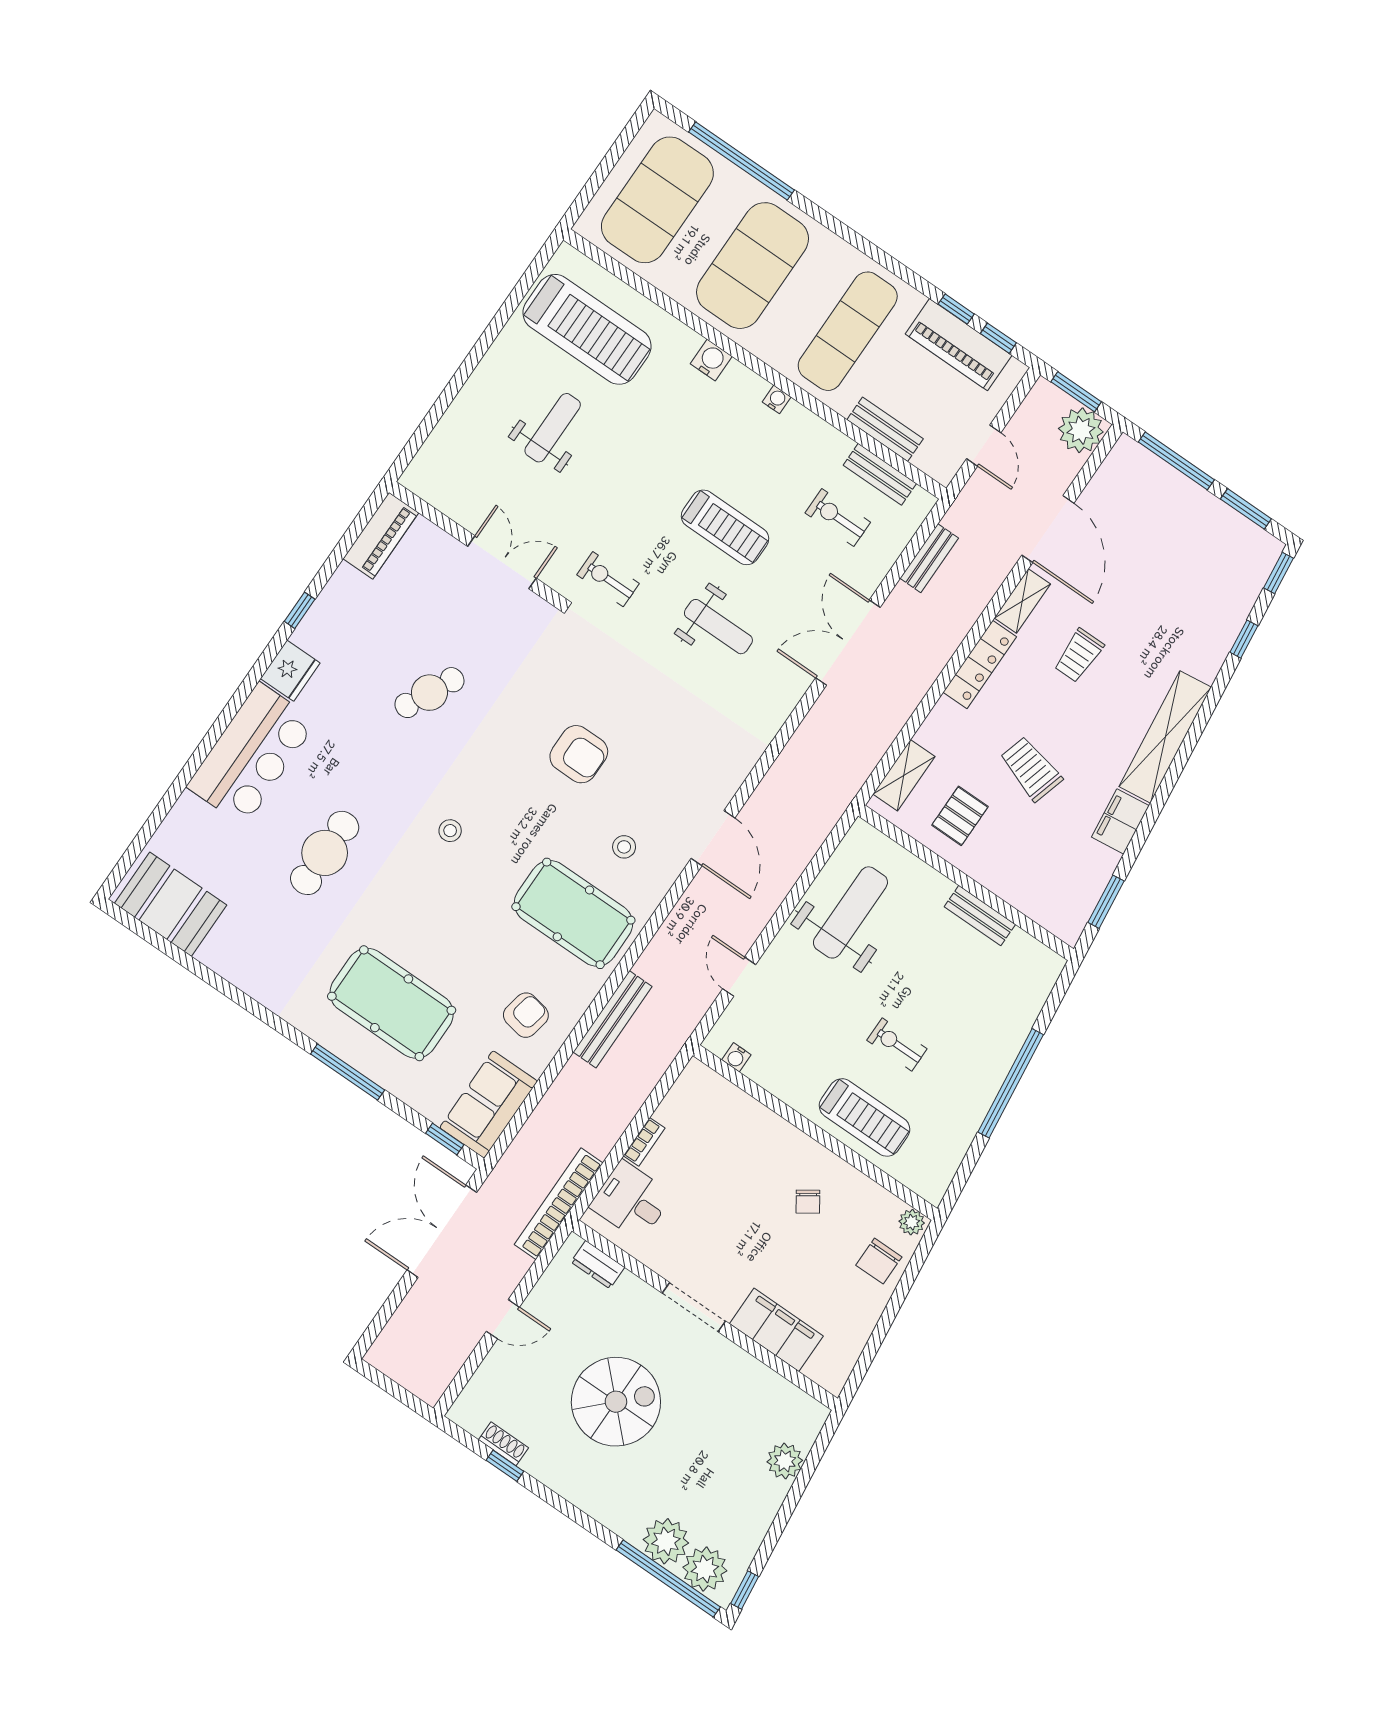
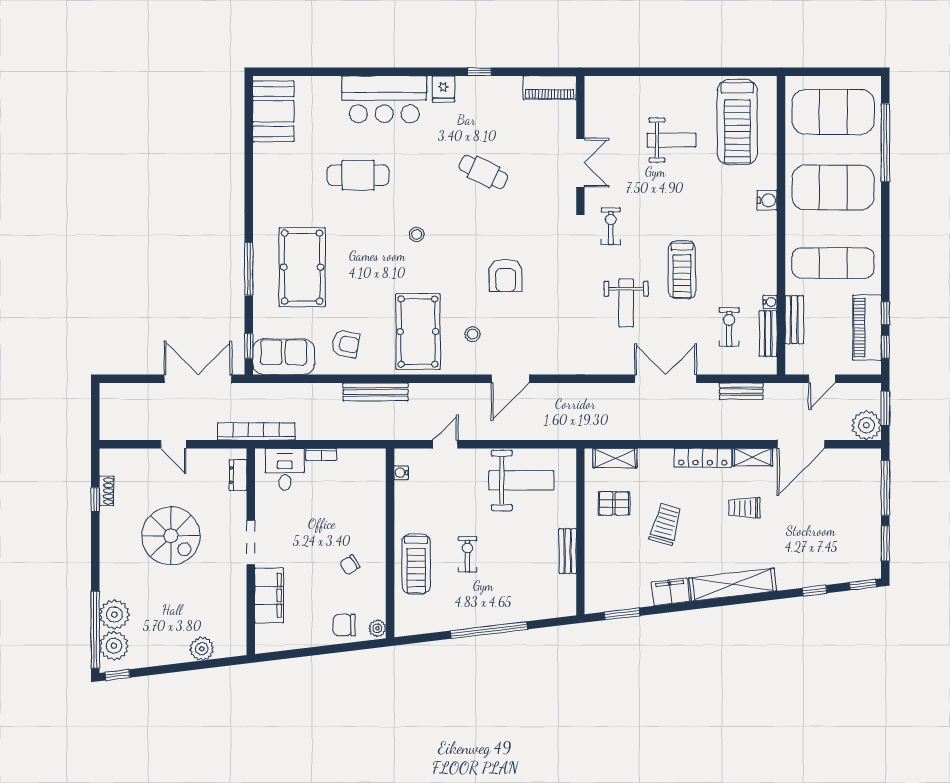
water cooler: (777, 399) -> (770, 302), moved
fridge: (290, 671) -> (443, 89), width x0.72

